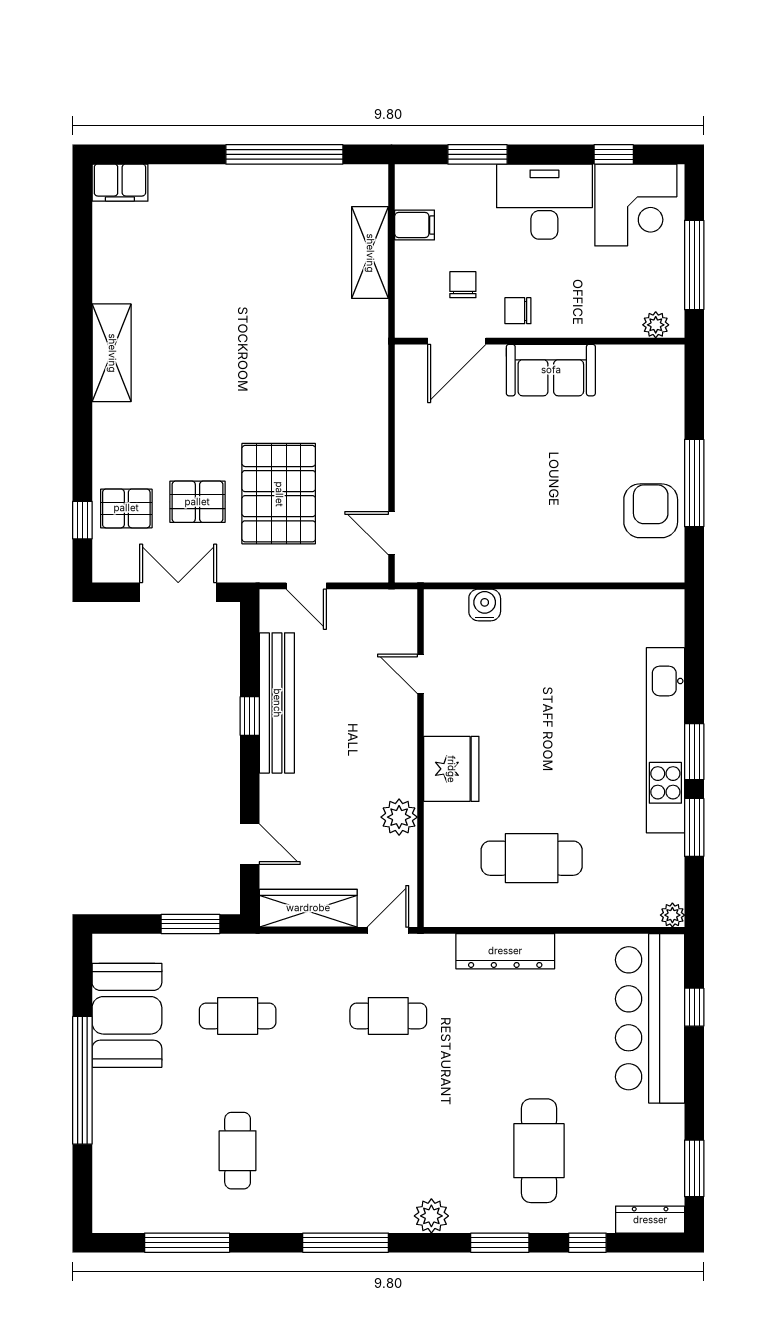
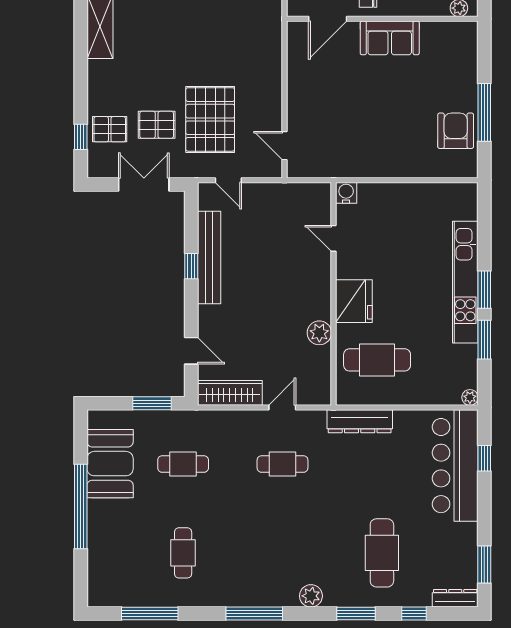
door: (420, 674) -> (333, 238), moved
wall: (420, 758) -> (333, 294), moved
fridge: (451, 769) -> (354, 301), moved
plant: (399, 817) -> (319, 333), moved

